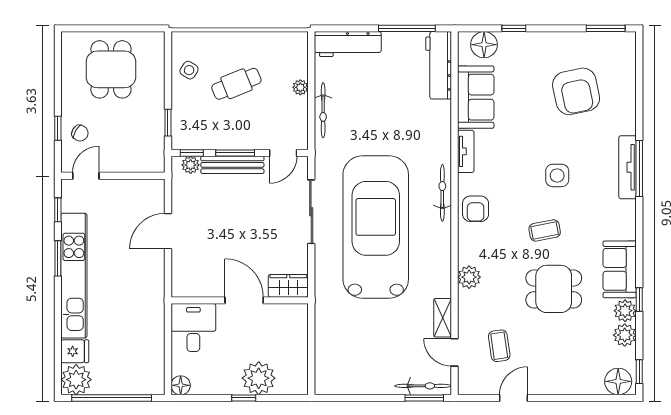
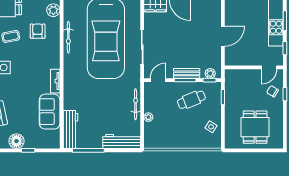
floor lamp: (484, 45) -> (16, 141), moved
cafe table: (236, 84) -> (191, 100), moved
bench: (232, 165) -> (187, 73), width x0.73
bicycle: (442, 193) -> (68, 37), moved
armchair: (476, 209) -> (38, 31), moved

